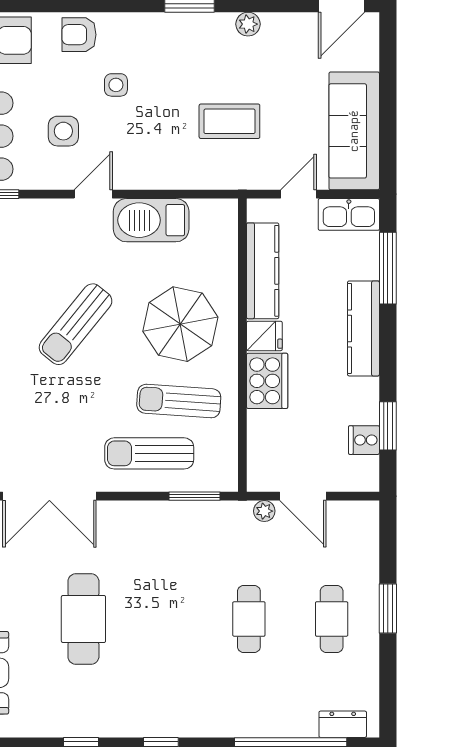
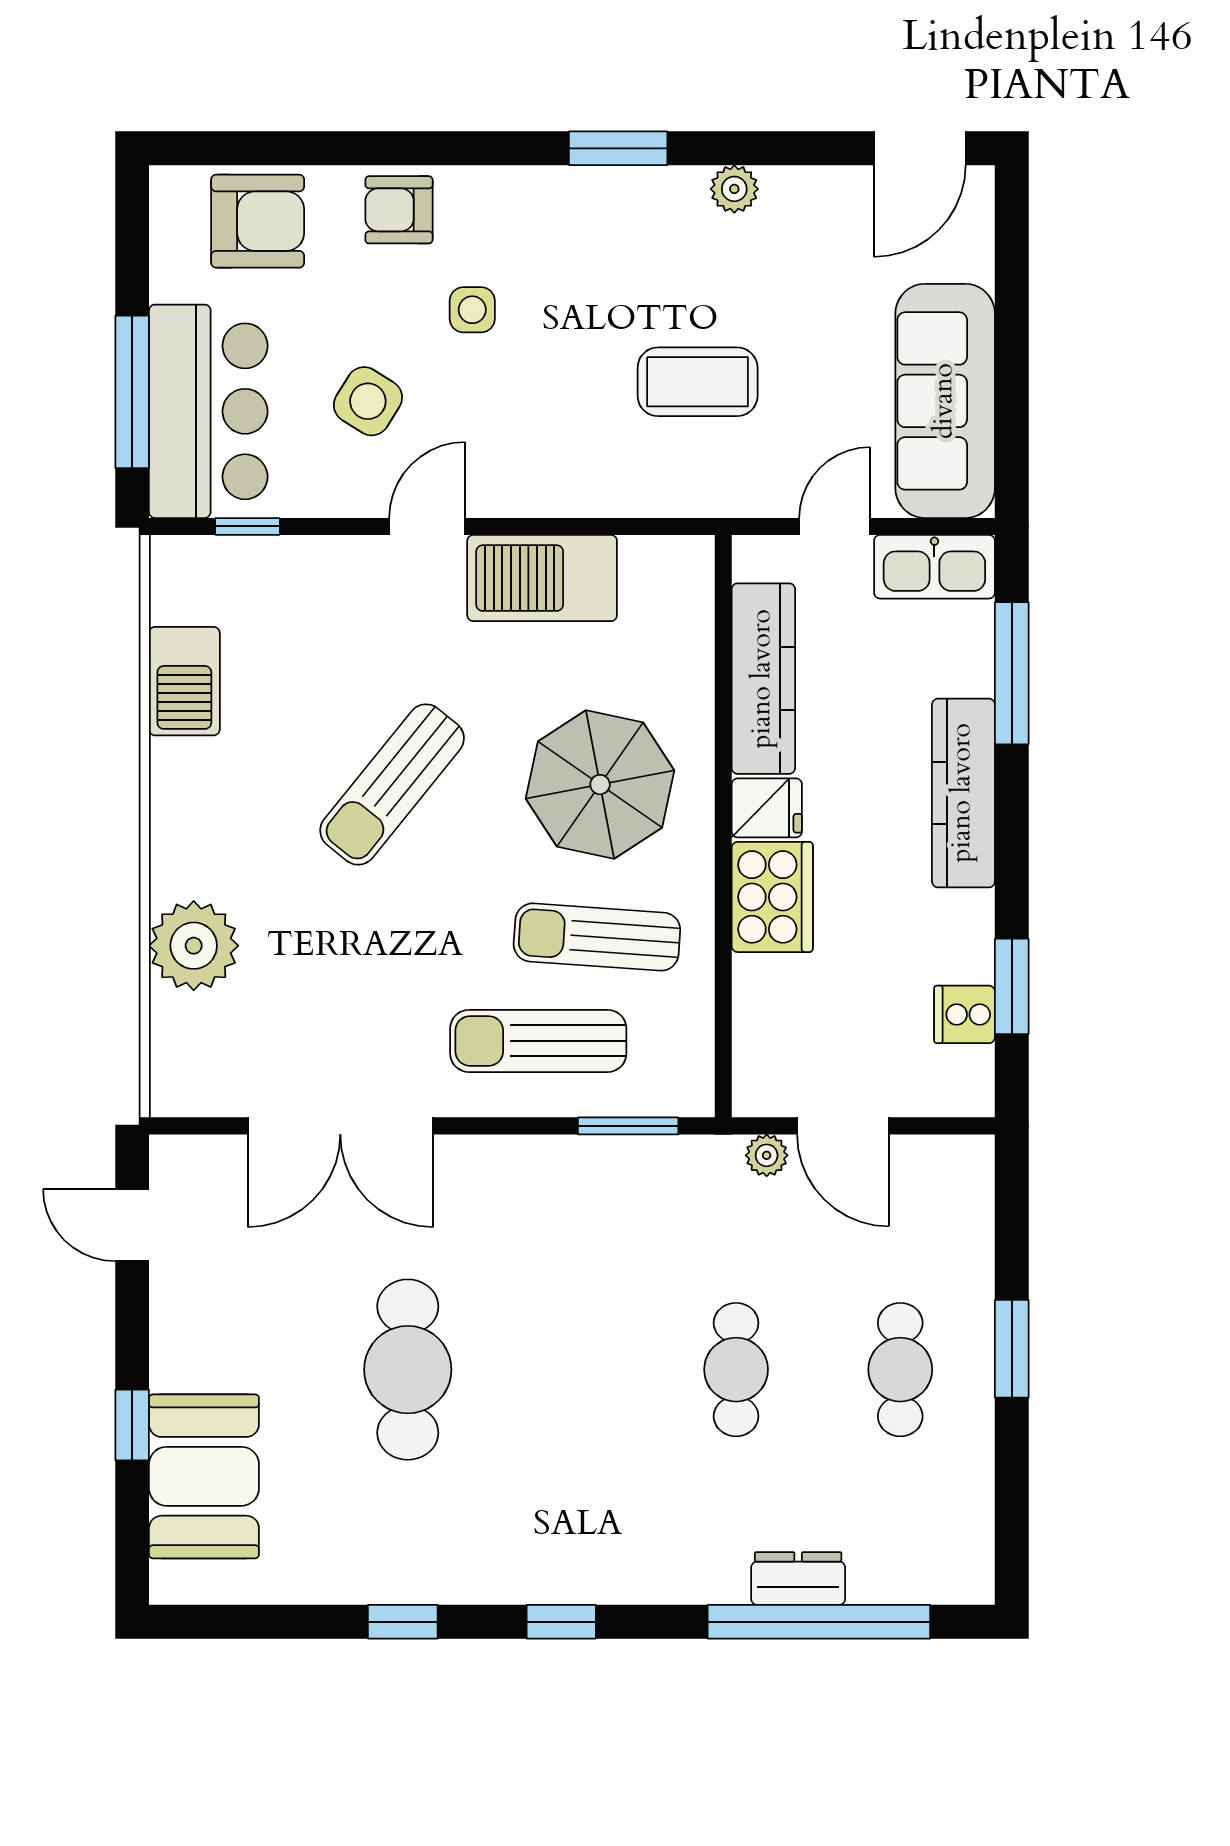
side table: (63, 131) -> (368, 401), turned 32
dresser: (343, 724) -> (798, 1578), moved

